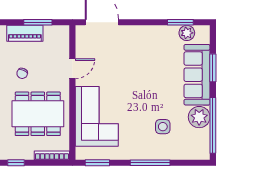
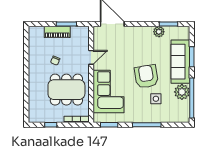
plant: (187, 33) -> (159, 32), moved
armchair: (149, 95) -> (146, 76), added

